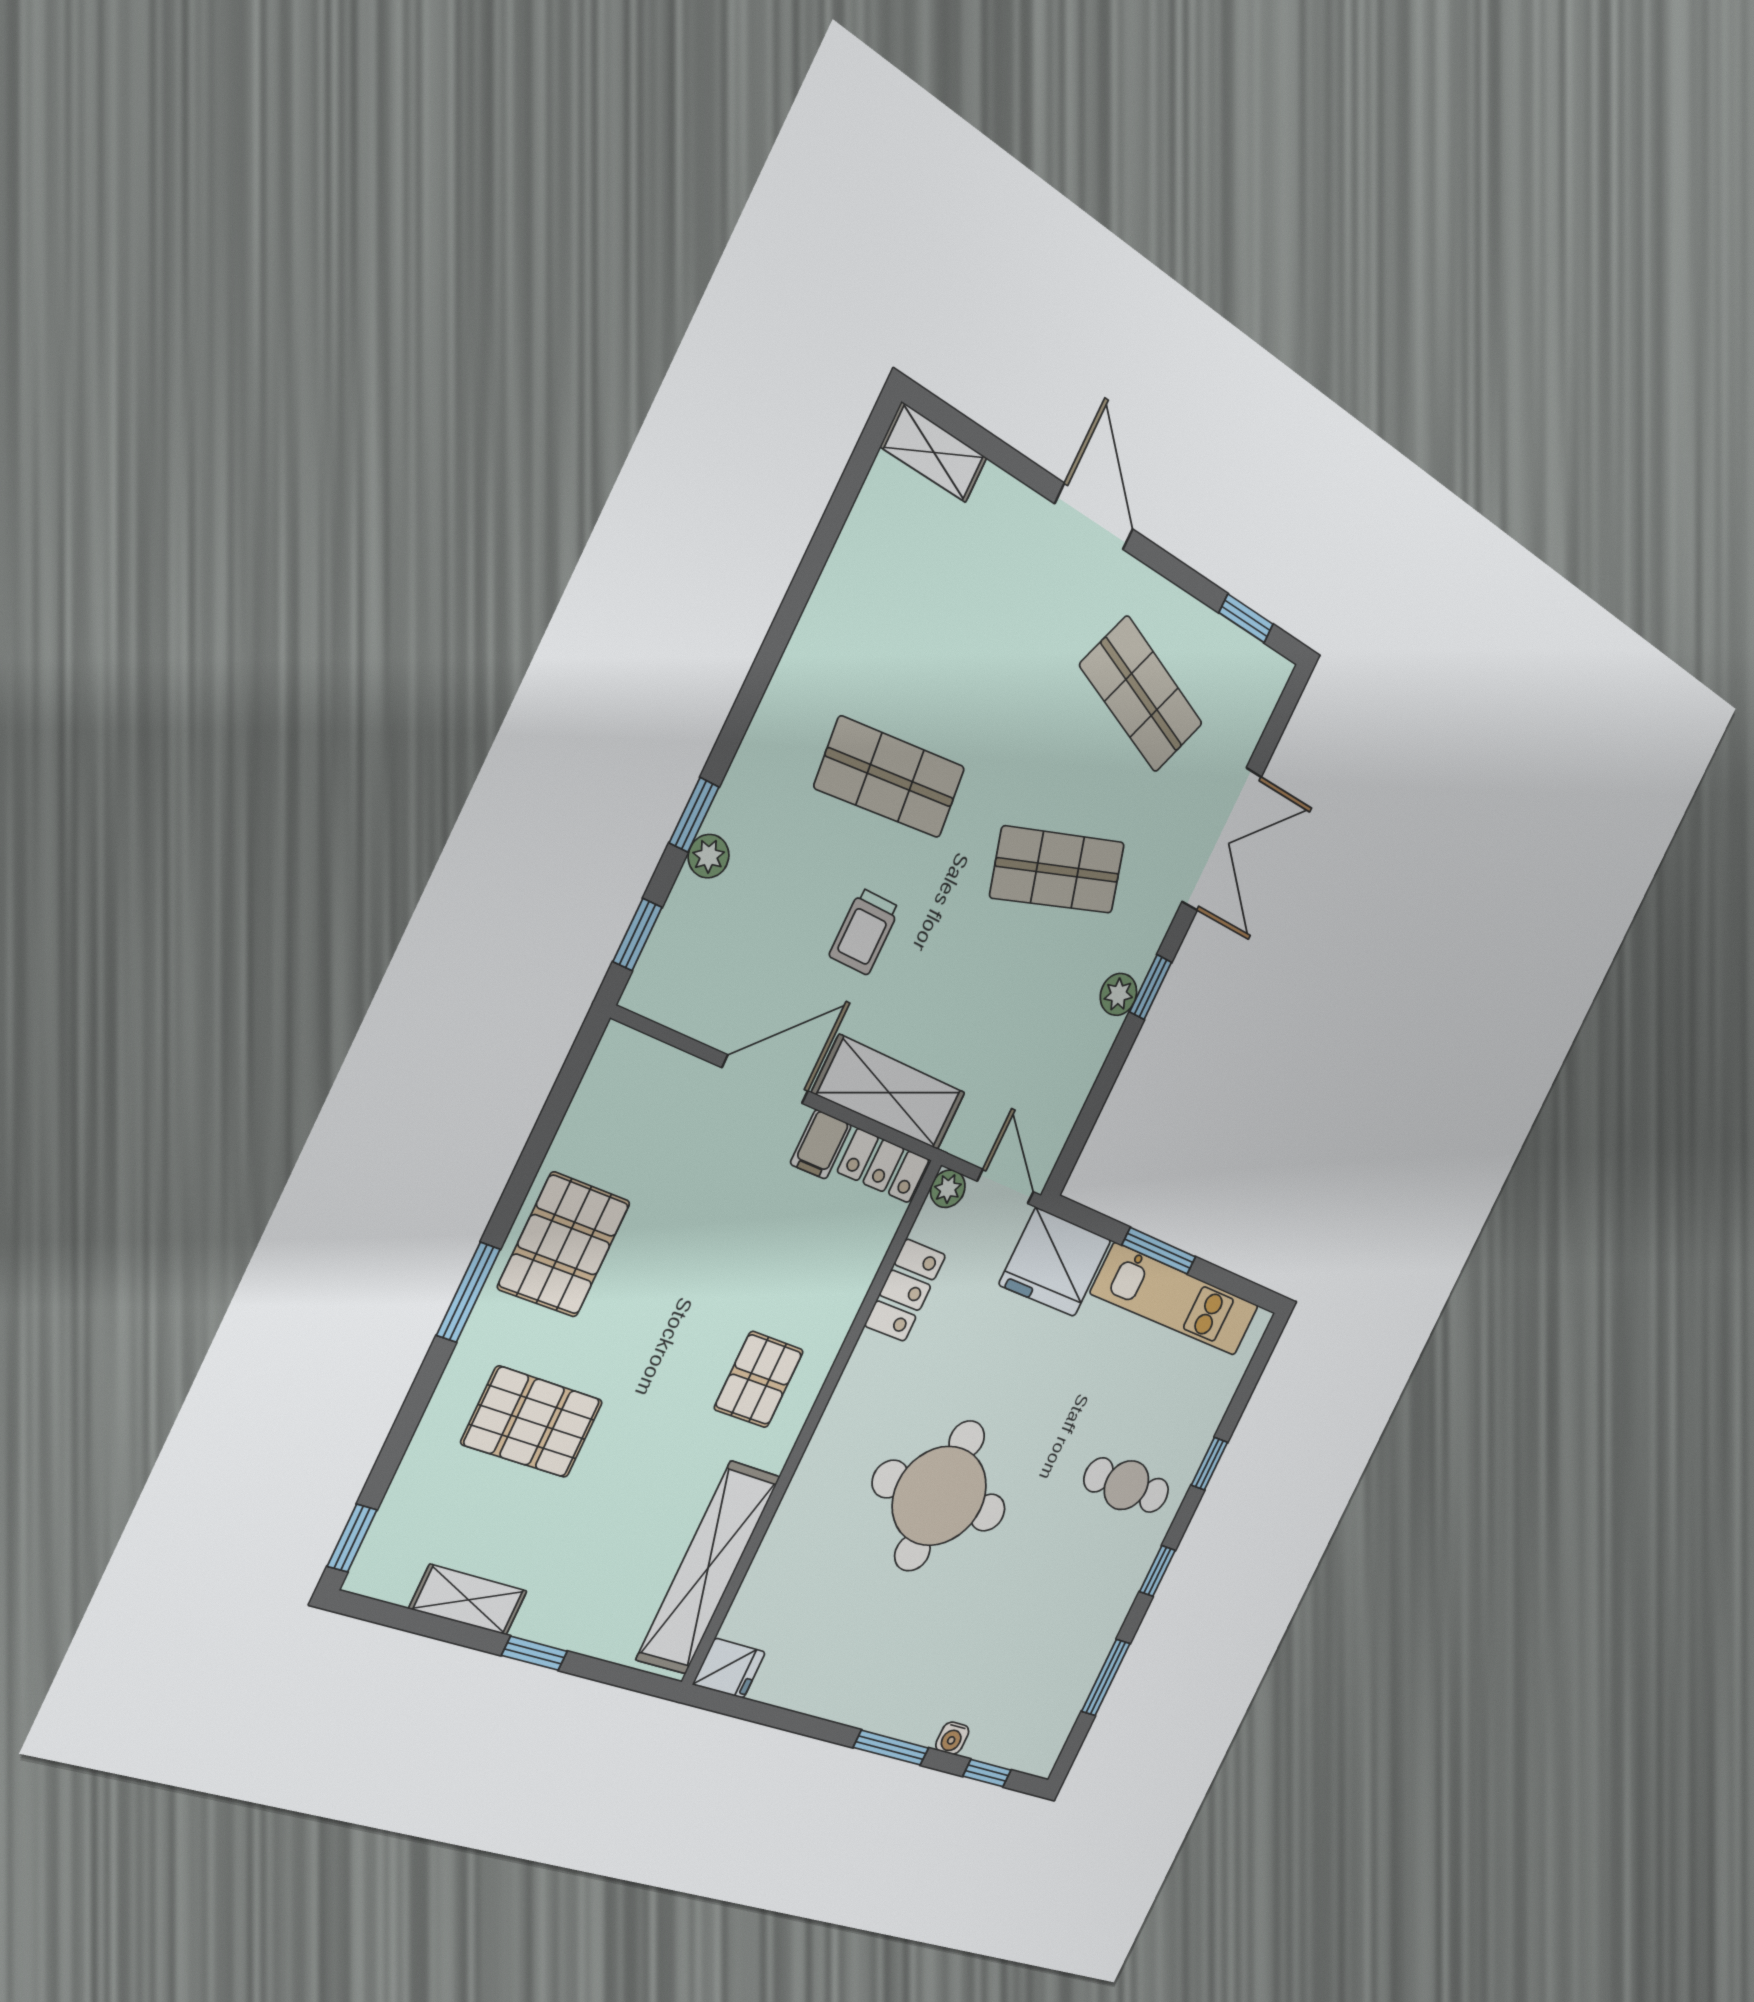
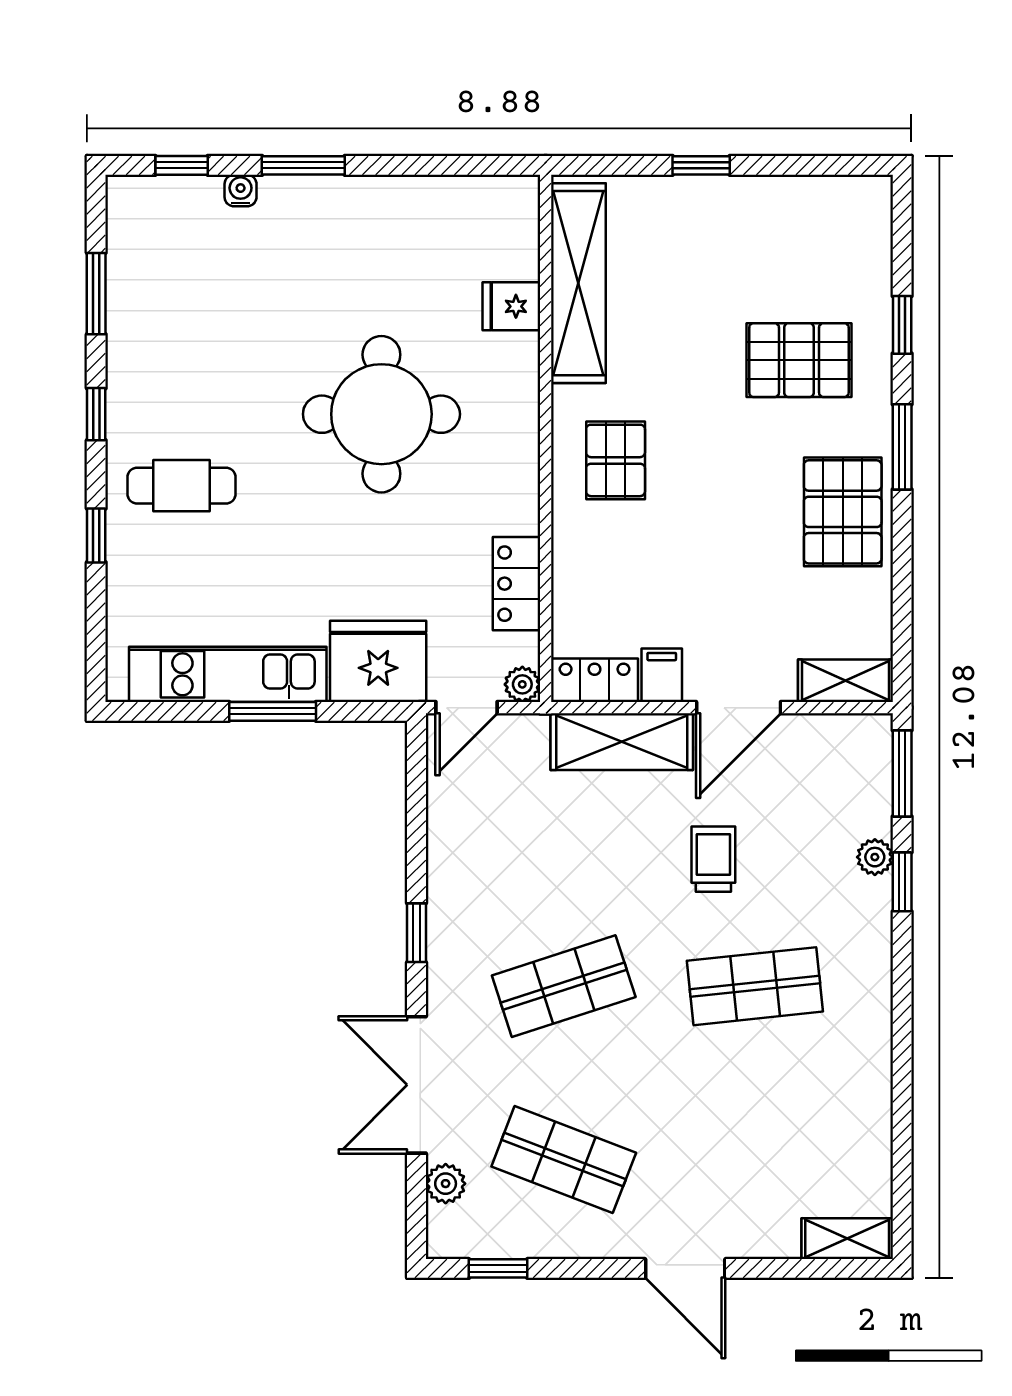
window: (637, 935) -> (902, 773), width x1.50
plant: (1118, 994) -> (446, 1184), moved
door: (1005, 1187) -> (466, 708), hinge flipped
window: (352, 1538) -> (902, 325), moved
shelving: (468, 1600) -> (846, 681), moved
fridge: (729, 1668) -> (511, 306), moved

